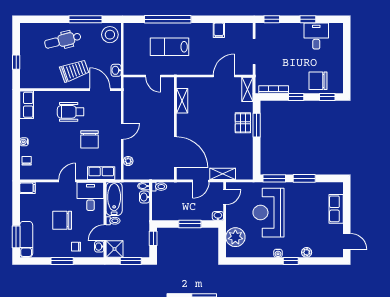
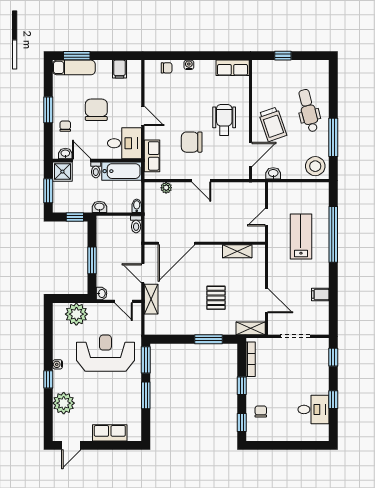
chair: (318, 81) -> (261, 412), width x0.54, depth x0.54
pallet: (243, 123) -> (216, 298), moved, turned 90
filing cabinet: (28, 188) -> (119, 69), moved
washbasin: (144, 197) -> (99, 207), moved
plant: (307, 252) -> (64, 403), width x1.87, depth x1.87

